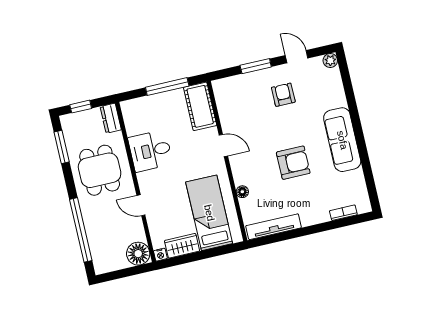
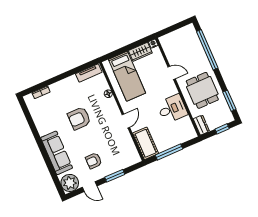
plant: (330, 61) -> (70, 183), width x1.88, depth x1.88
armchair: (283, 95) -> (94, 161), turned 90
sofa: (342, 140) -> (57, 153), moved
door: (223, 146) -> (126, 121), swing flipped
tv unit: (274, 227) -> (89, 73), width x0.71
floor lamp: (138, 254) -> (168, 42), removed

